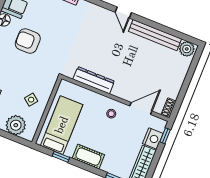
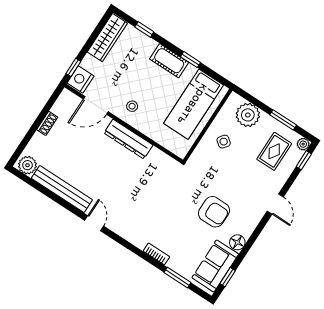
dresser: (94, 80) -> (128, 139), moved
shoe rack: (169, 108) -> (47, 123), moved
nightstand: (153, 139) -> (81, 79), moved
window: (61, 157) -> (190, 60), moved

